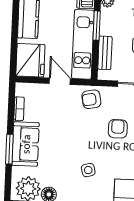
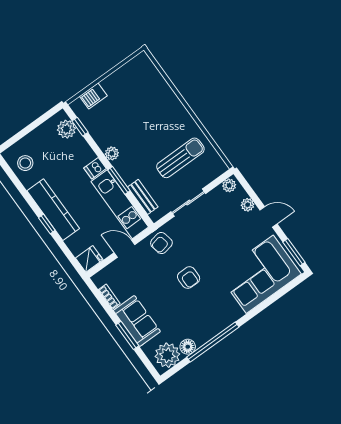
window: (15, 15) -> (47, 224), added
fridge: (30, 60) -> (89, 259), width x0.53, depth x0.75
armchair: (118, 129) -> (189, 278), moved, turned 180
side table: (88, 170) -> (204, 302), removed

